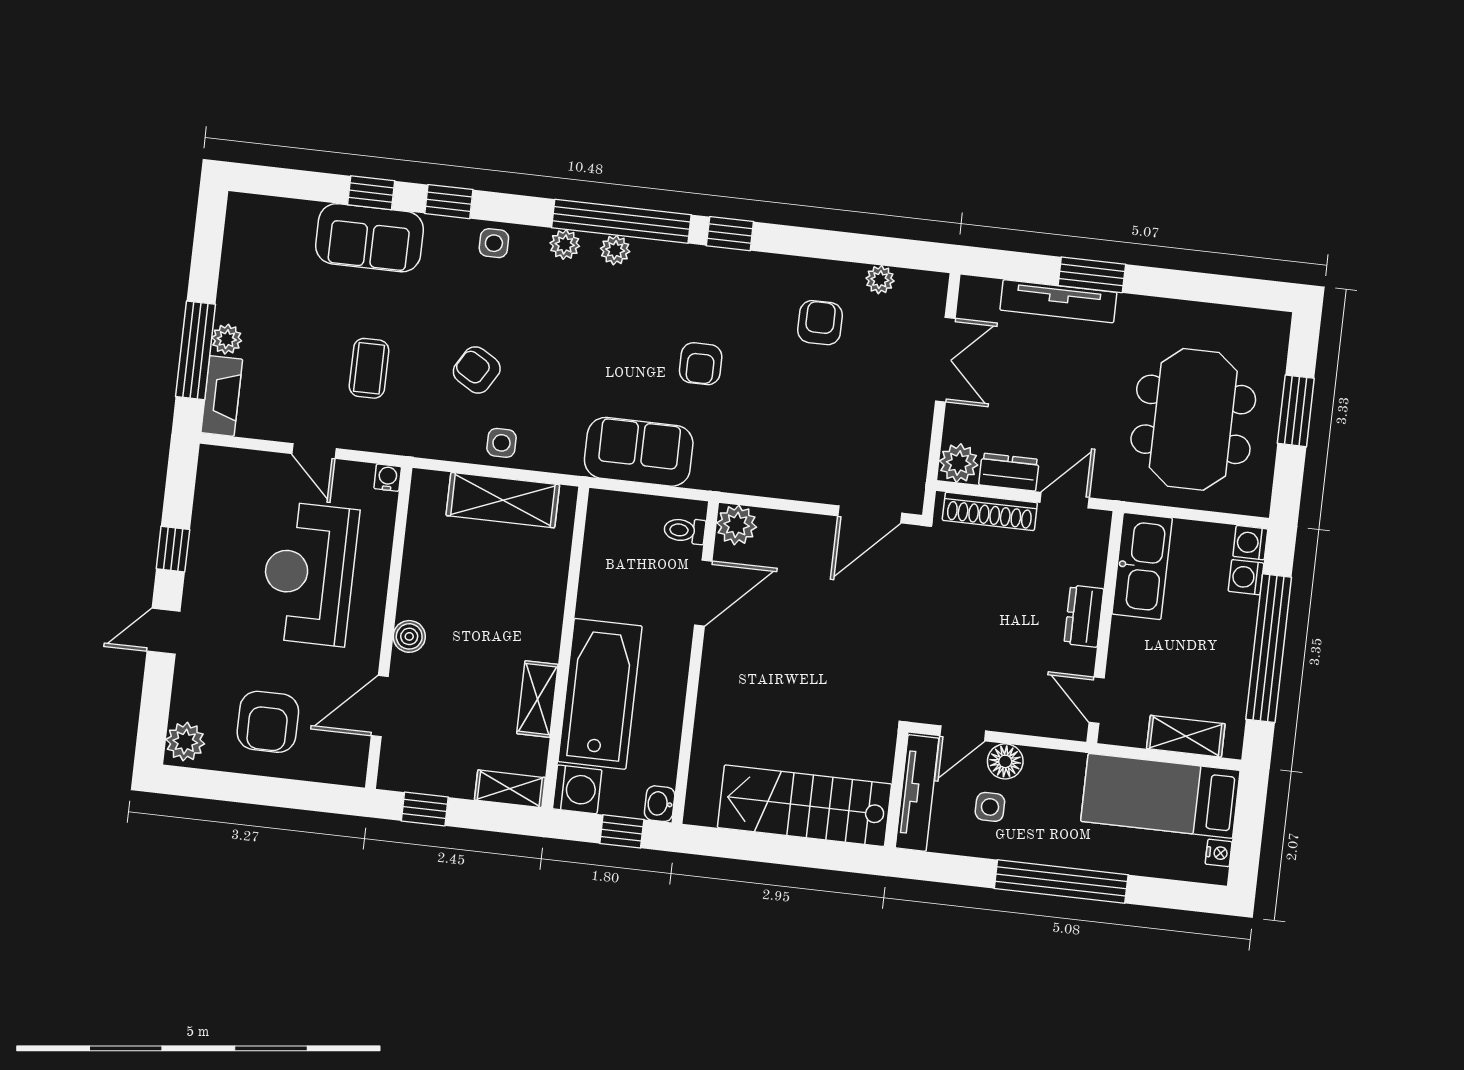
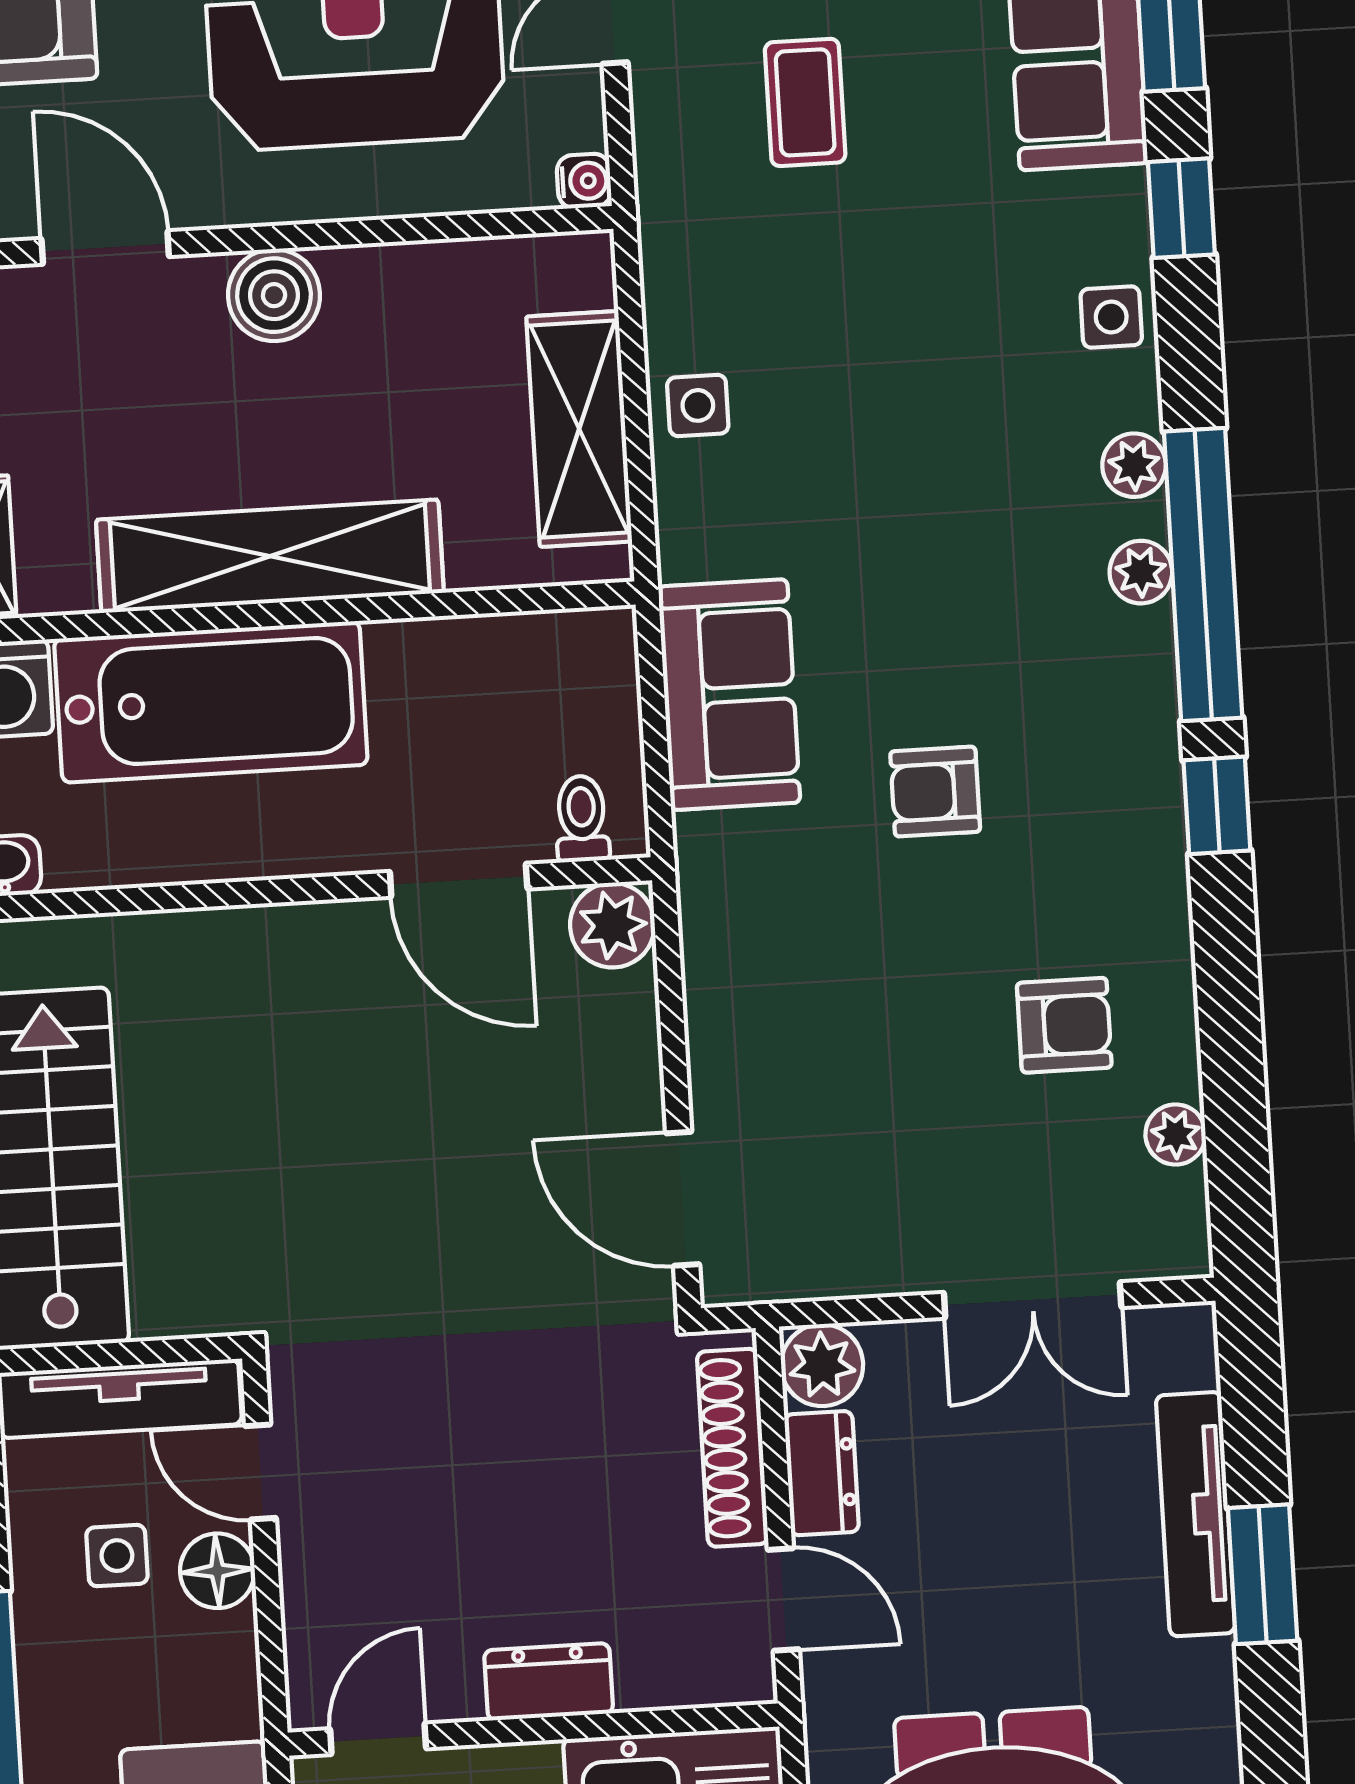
coffee table: (369, 368) -> (805, 102), turned 90
armchair: (477, 370) -> (841, 327), removed
boiler: (409, 636) -> (274, 295), width x1.36, depth x1.36
shelving: (537, 699) -> (270, 556), width x2.20, depth x1.33

